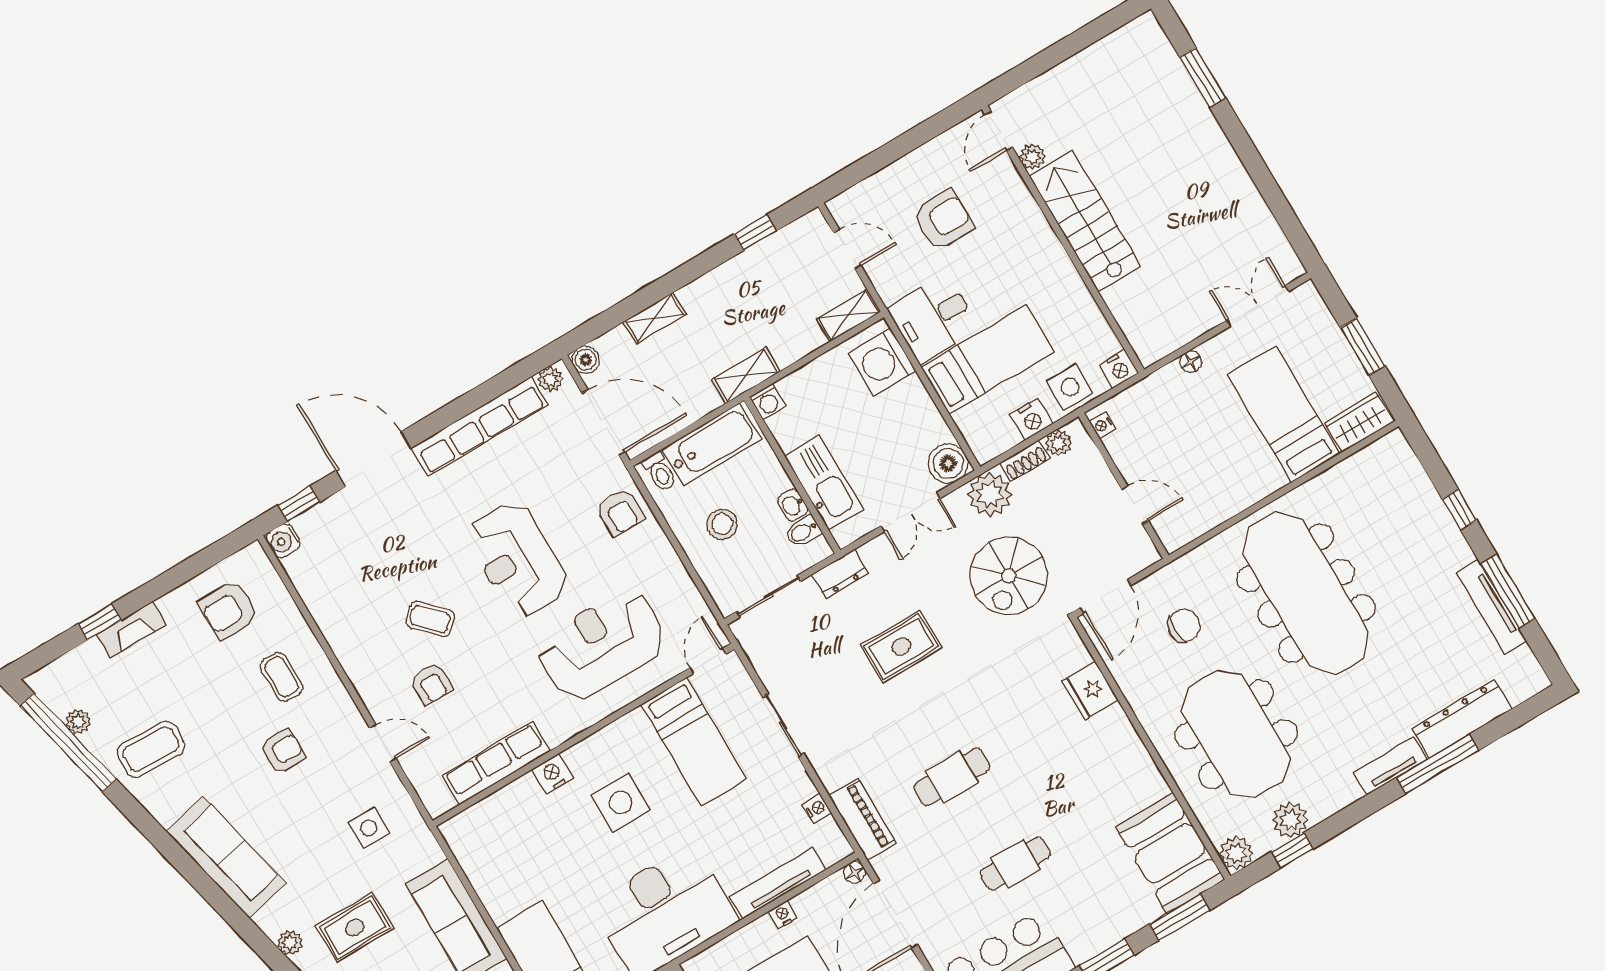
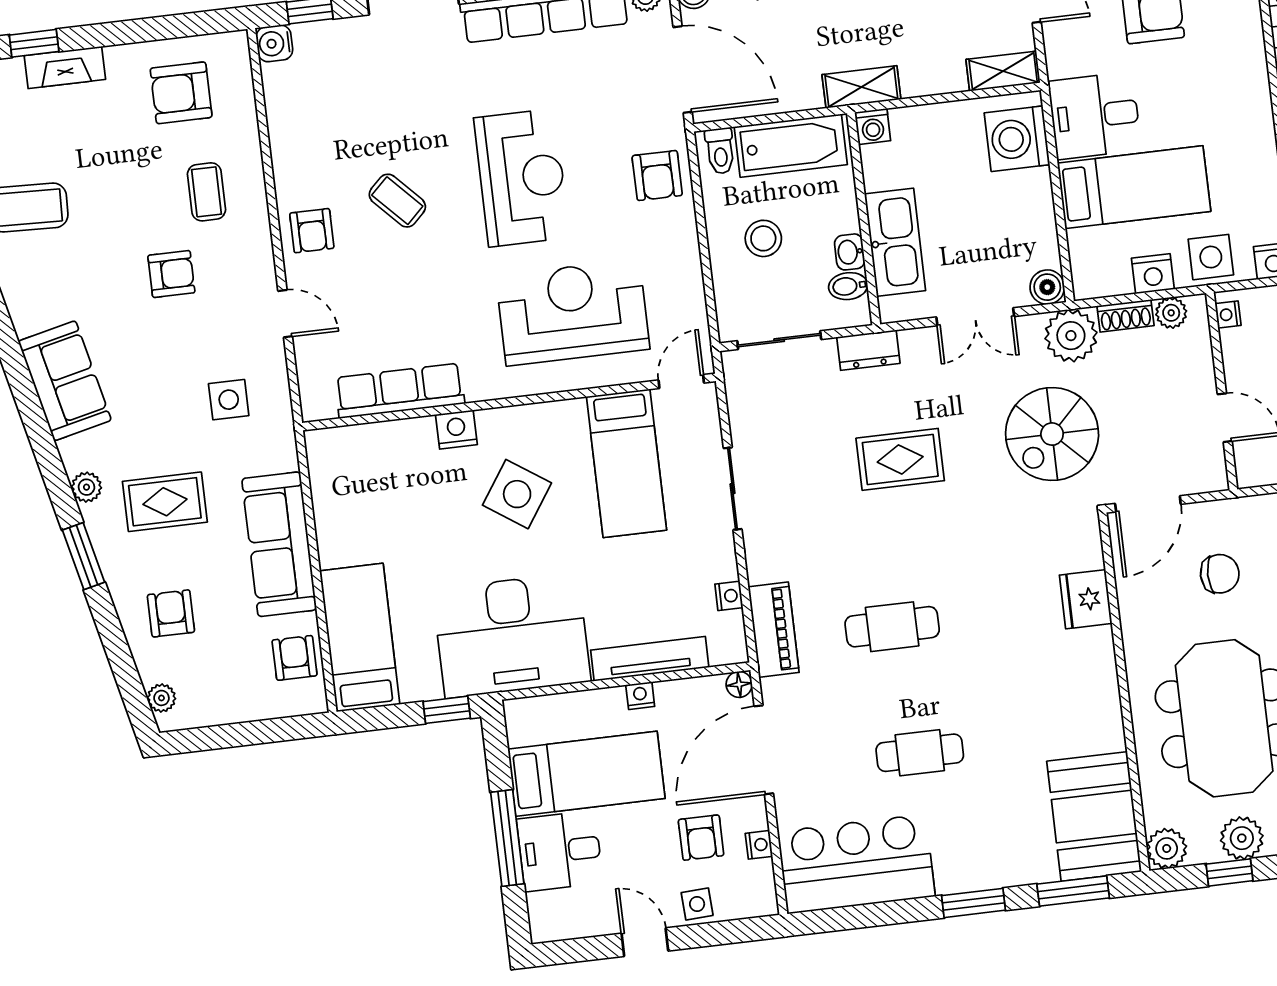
boiler: (948, 463) -> (1047, 287), width x0.73, depth x0.73
reception desk: (517, 559) -> (522, 178), turned 180
armchair: (431, 684) -> (312, 231), moved
side table: (621, 802) -> (517, 494), turned 34
sofa: (226, 857) -> (65, 381), width x0.73

